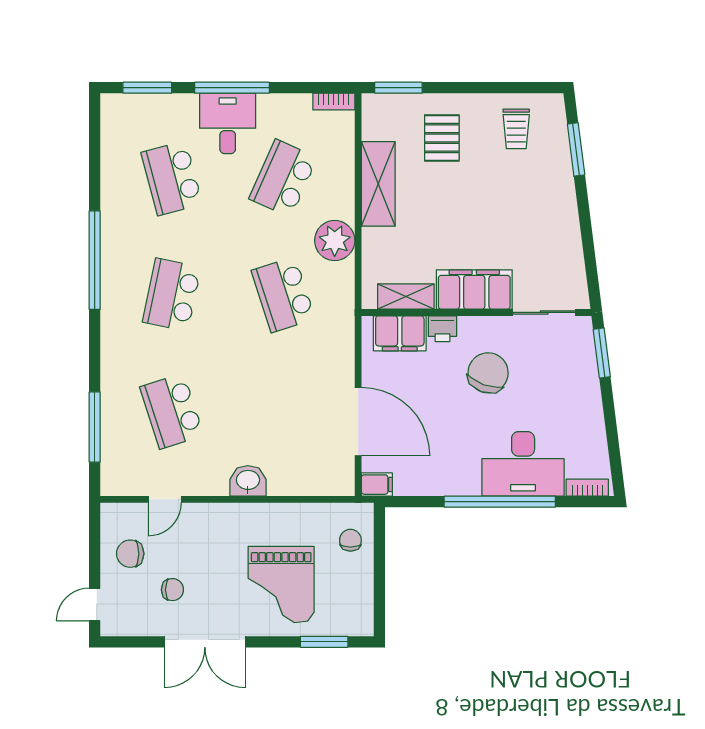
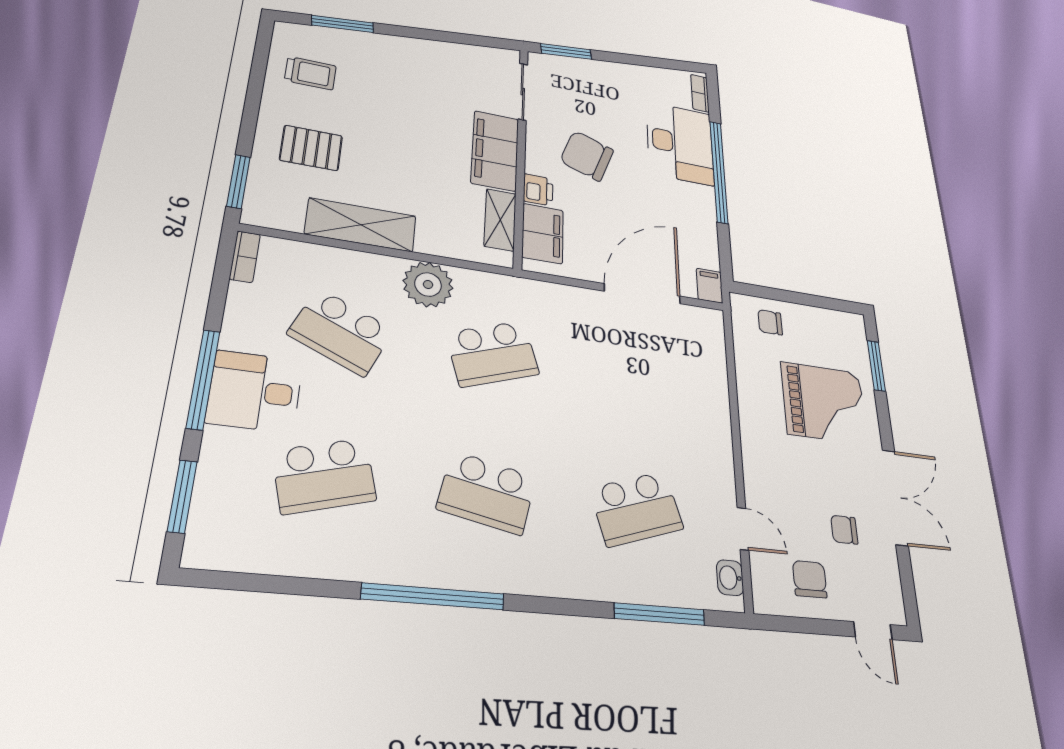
washbasin: (248, 481) -> (730, 578), moved, width x0.72, depth x0.69
chair: (130, 554) -> (810, 579), turned 180
chair: (172, 590) -> (844, 530), turned -90

